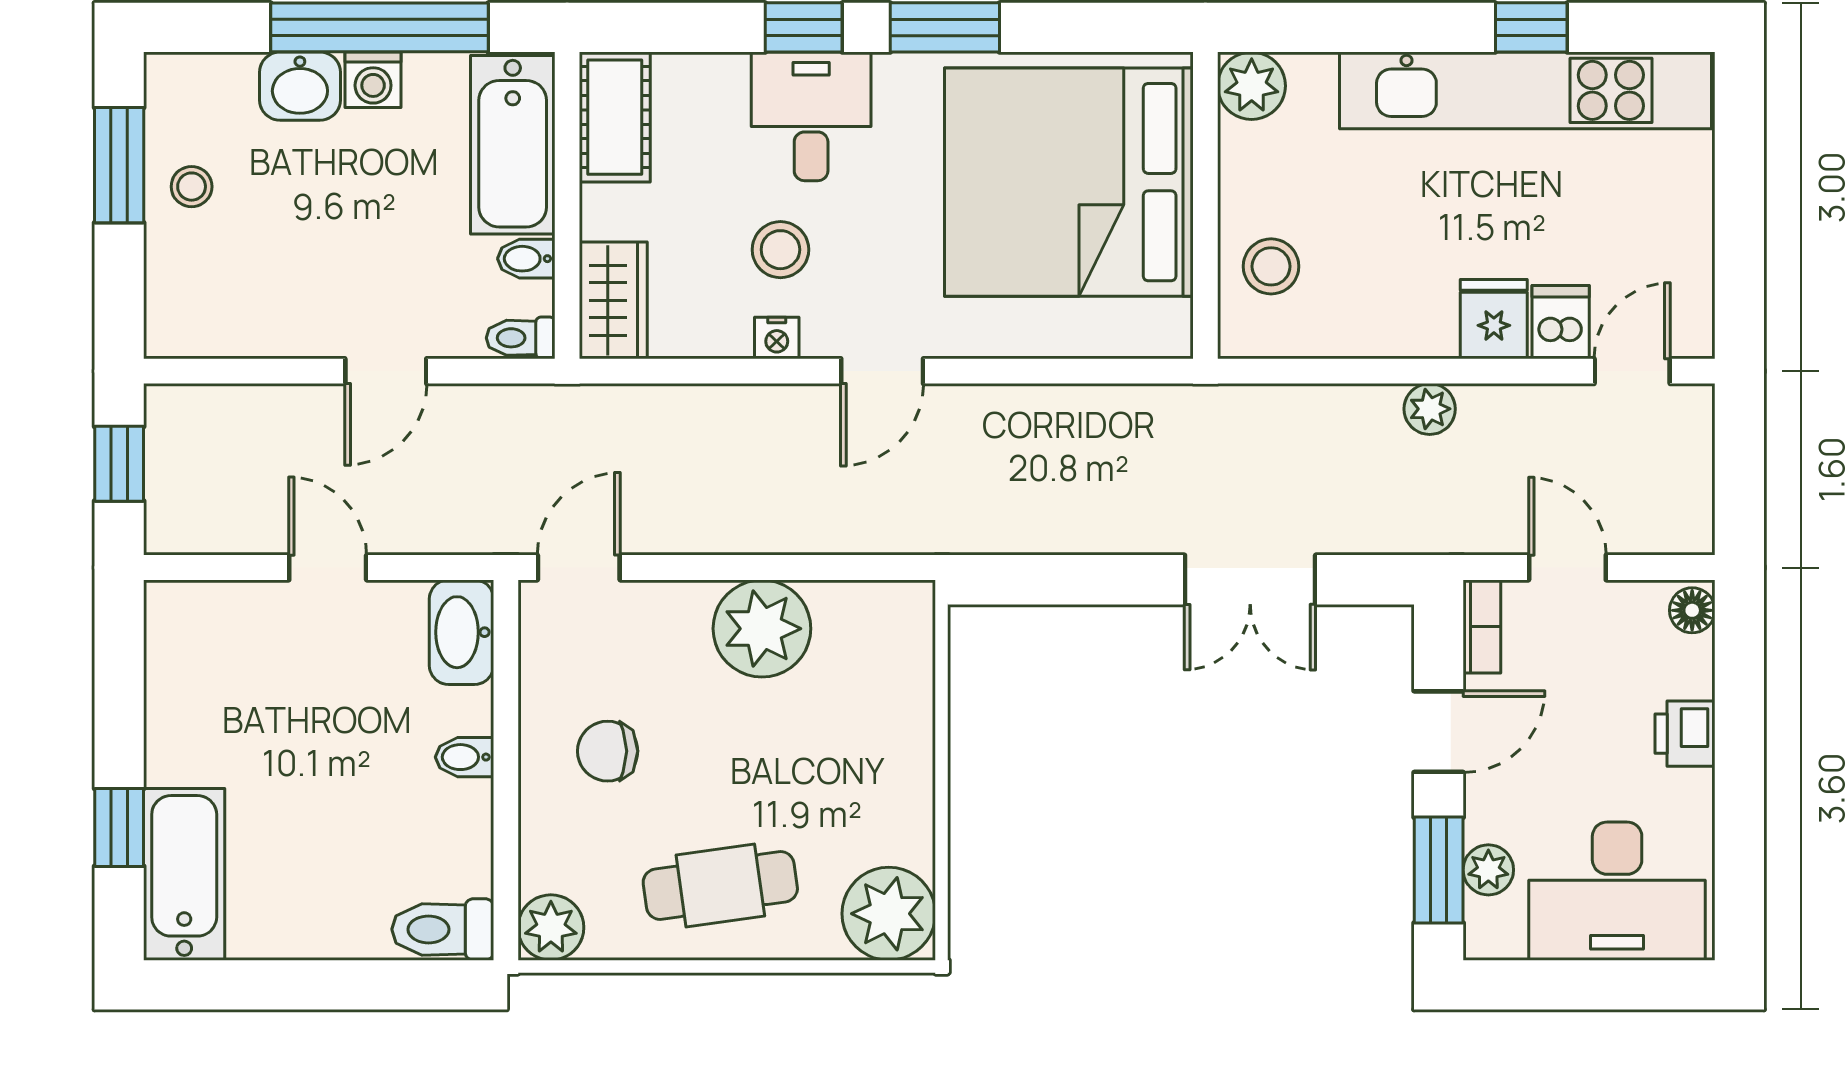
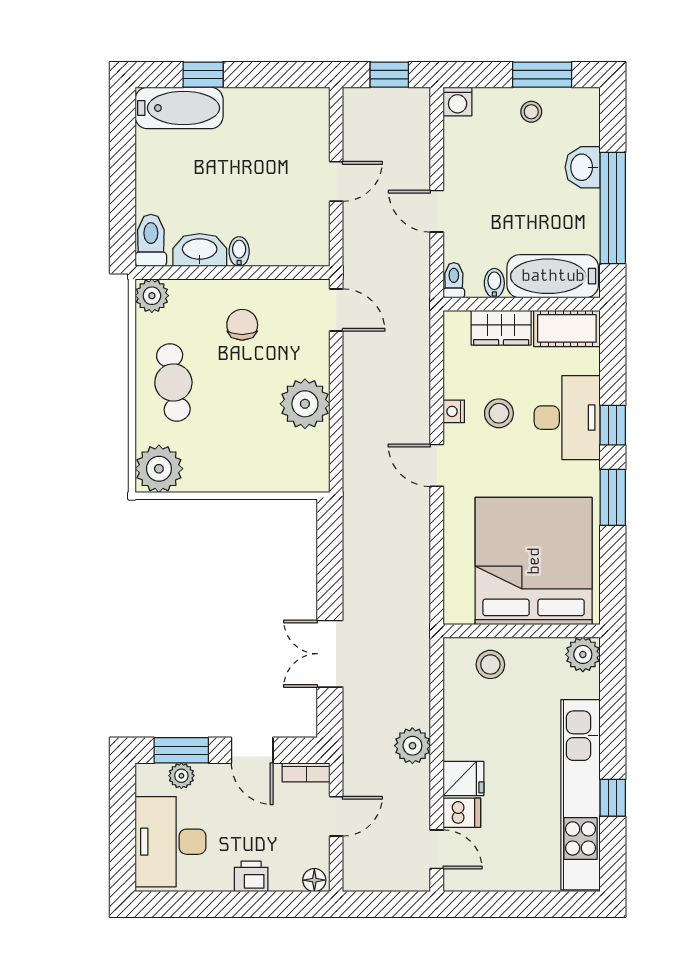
washing machine: (373, 80) -> (458, 102), moved, turned -90
desk: (811, 116) -> (567, 418), width x1.37
wardrobe: (613, 300) -> (501, 328), moved
plant: (1430, 409) -> (412, 746), width x1.38, depth x1.38
washbasin: (461, 632) -> (200, 250), moved

